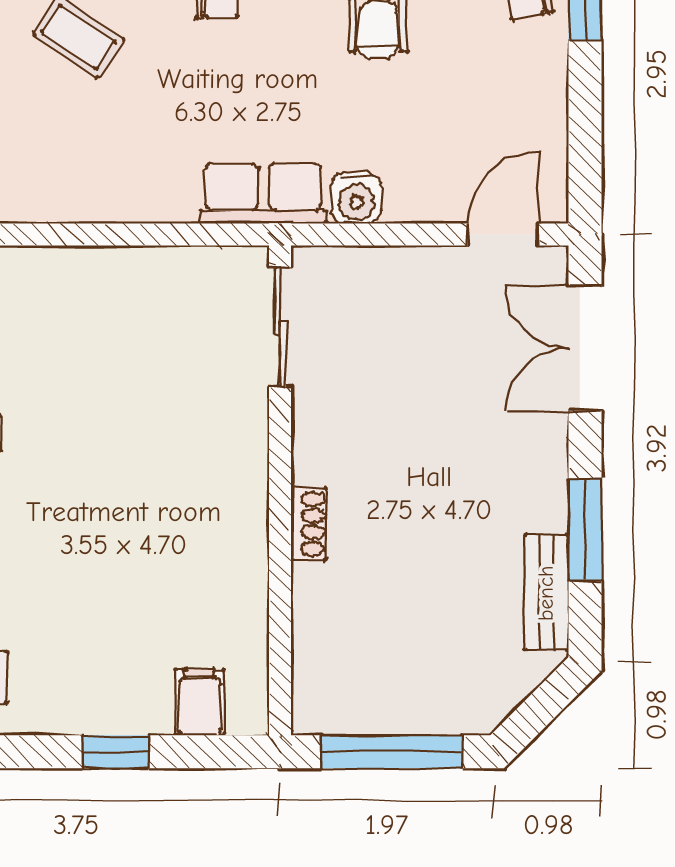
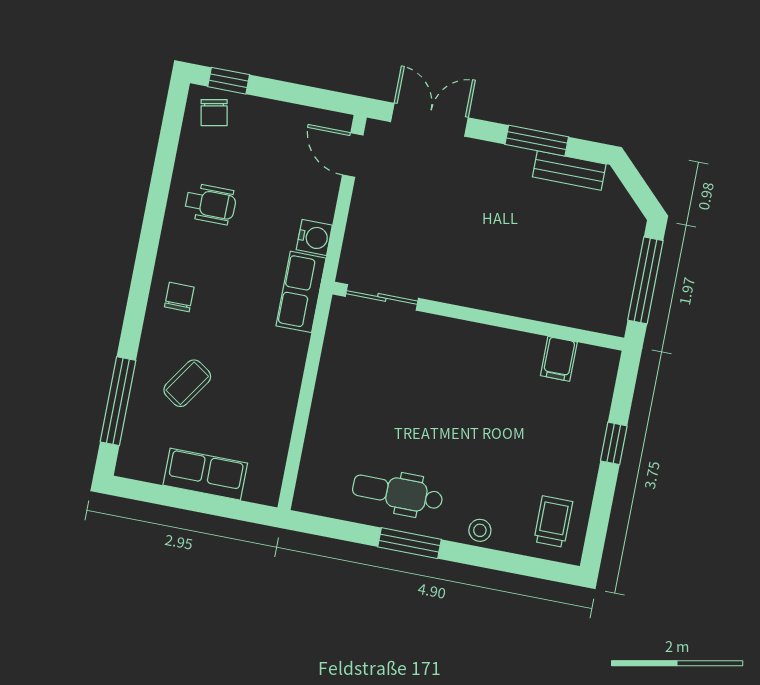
double door: (585, 348) -> (429, 120), swing flipped
shoe rack: (308, 524) -> (501, 303), removed
filing cabinet: (199, 702) -> (559, 359), moved, turned -90

